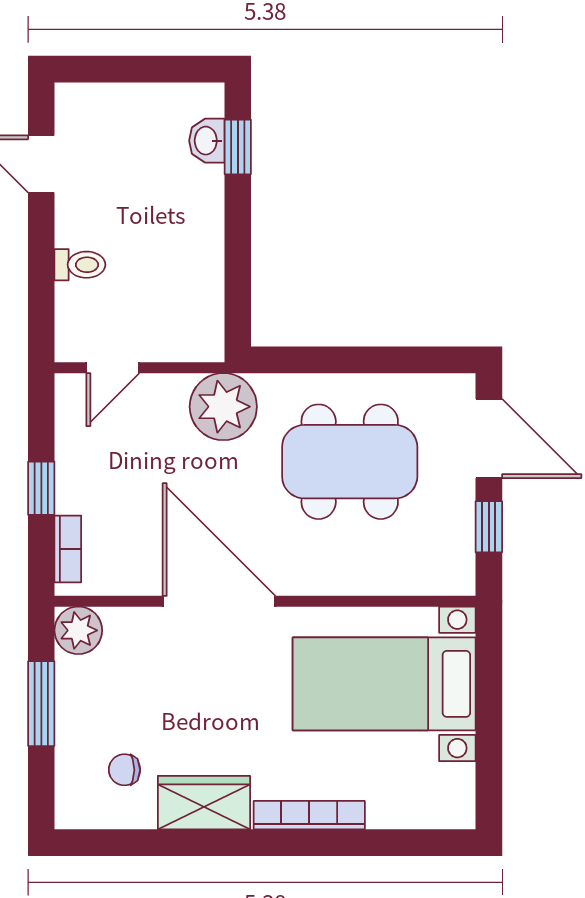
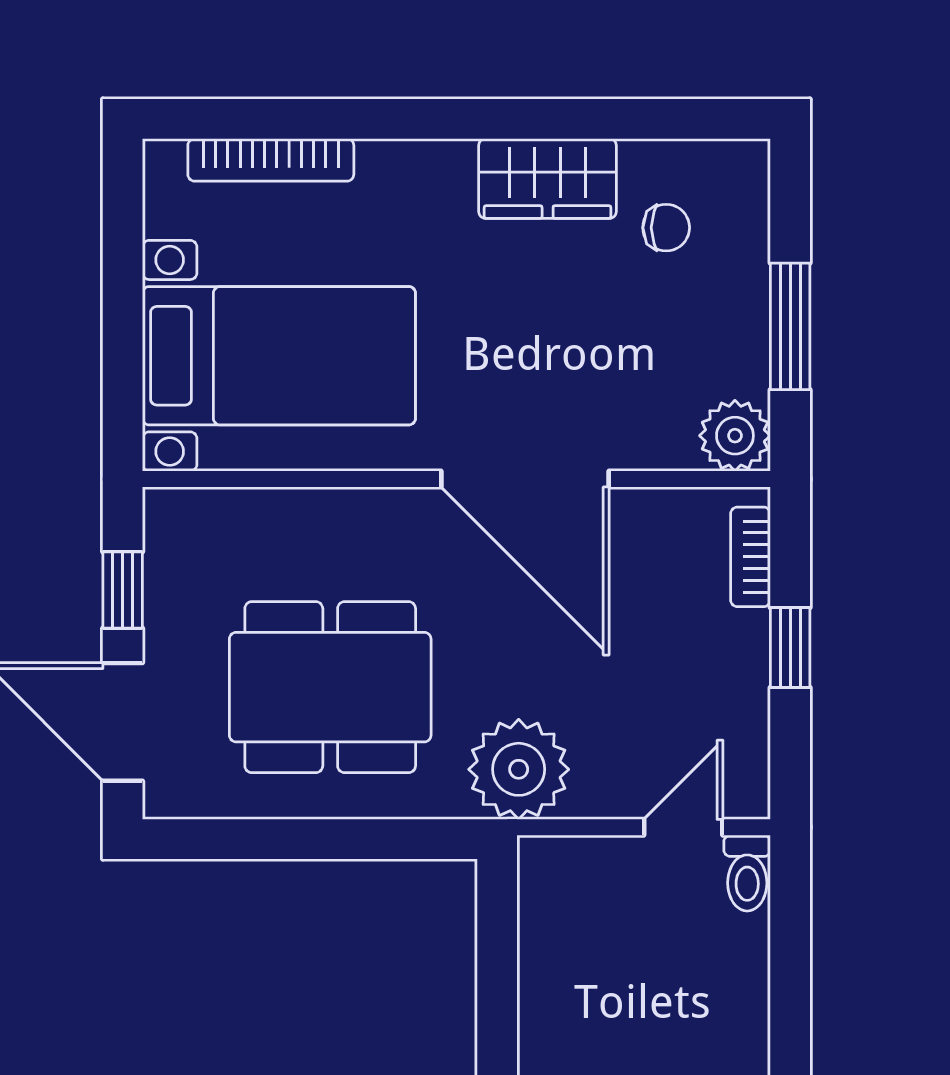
toilet: (80, 265) -> (747, 873), moved, turned -90
bookcase: (309, 815) -> (271, 160), moved

